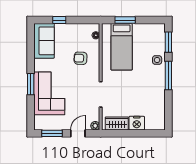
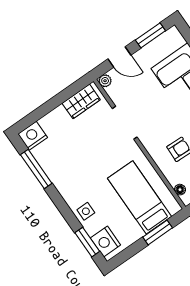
nightstand: (158, 35) -> (105, 241), added
window: (168, 76) -> (36, 169), moved
nightstand: (137, 123) -> (33, 136), moved
door: (78, 133) -> (119, 57), hinge flipped

